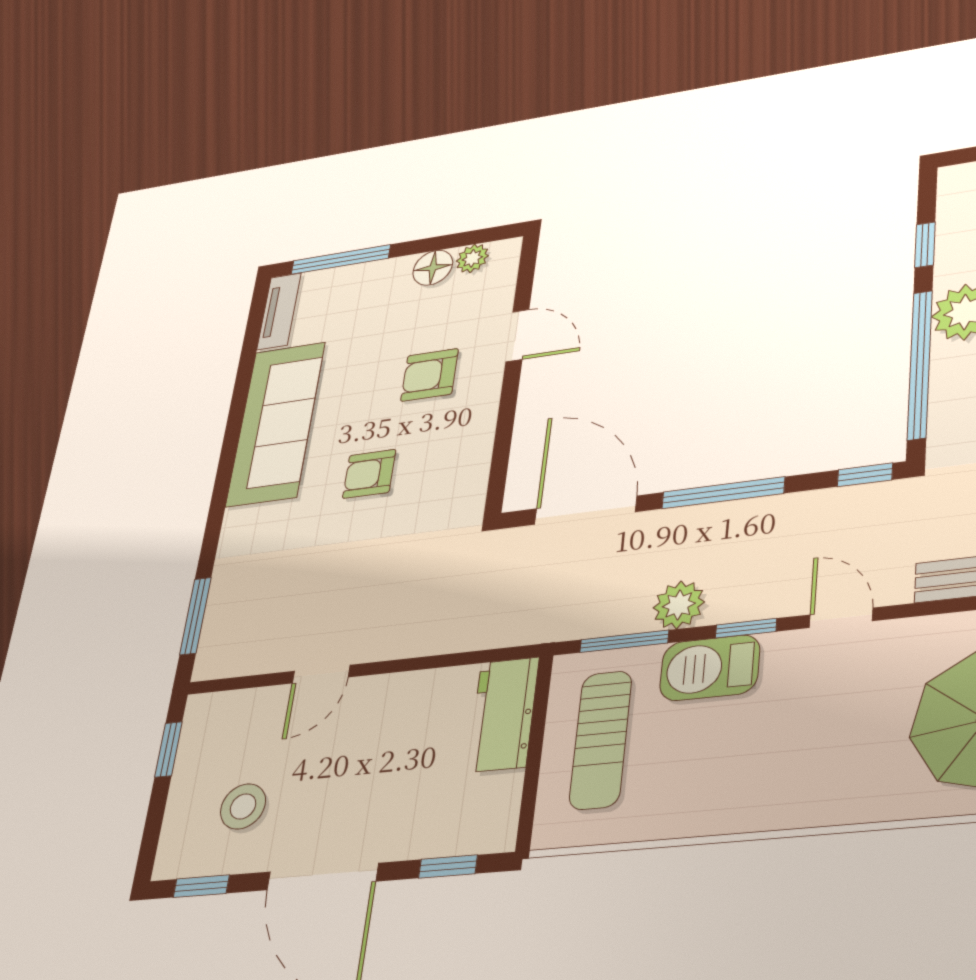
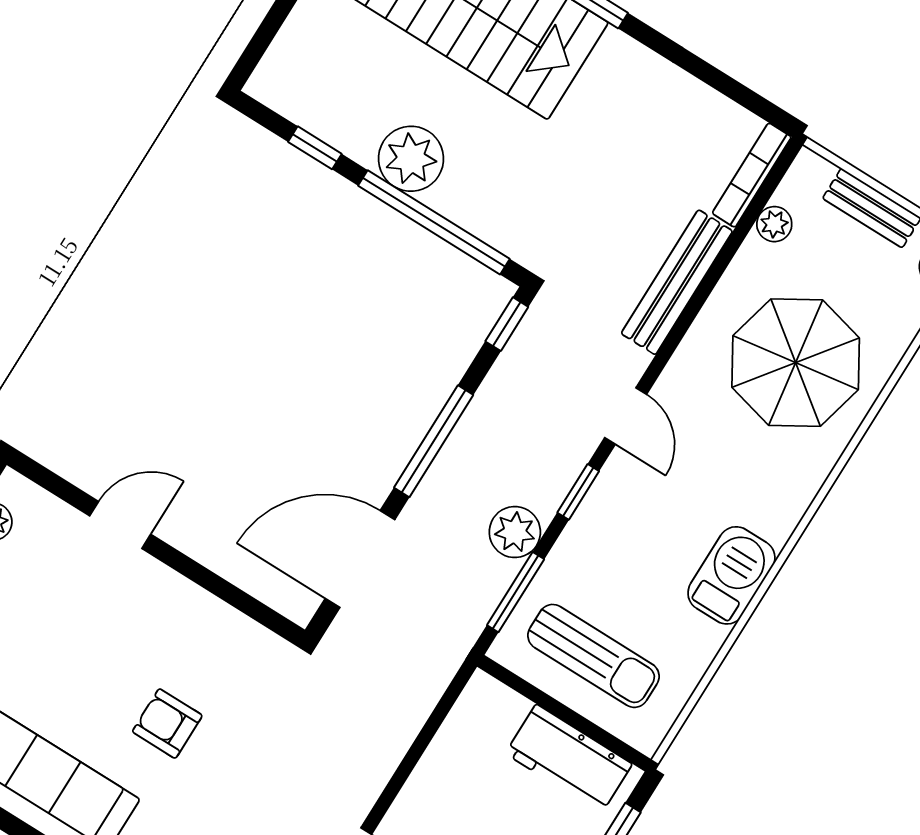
armchair: (430, 375) -> (99, 621), removed
armchair: (369, 474) -> (167, 724), turned 90
door: (841, 618) -> (626, 416), swing flipped
barbecue: (710, 668) -> (731, 575), moved, turned 180
workbench: (503, 714) -> (569, 759), moved

